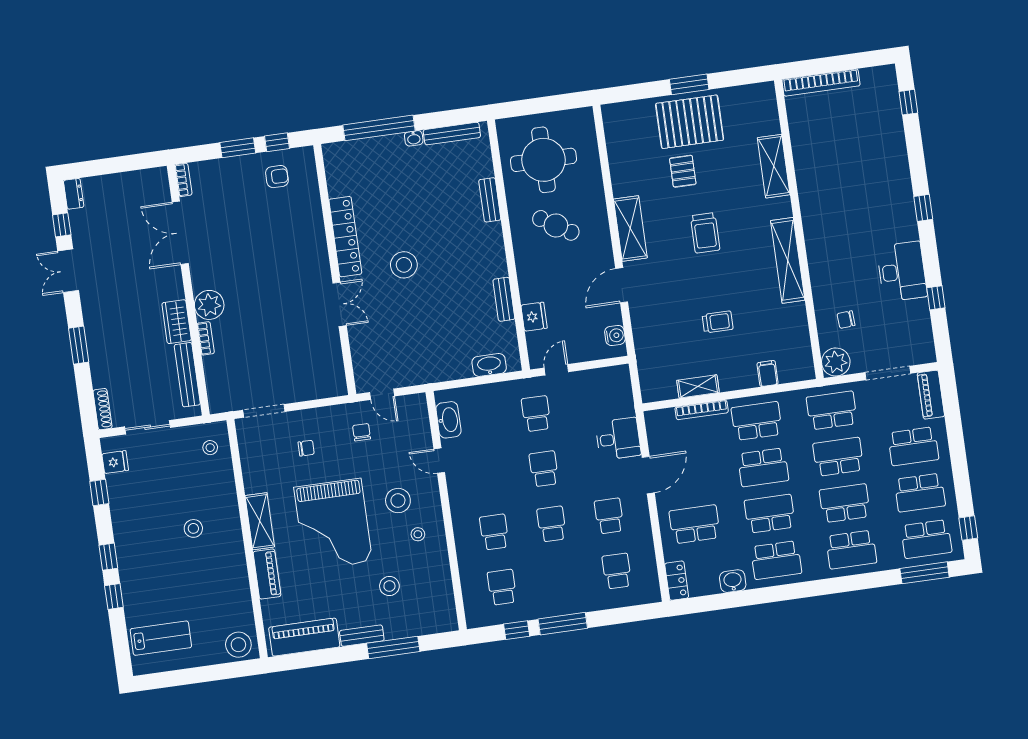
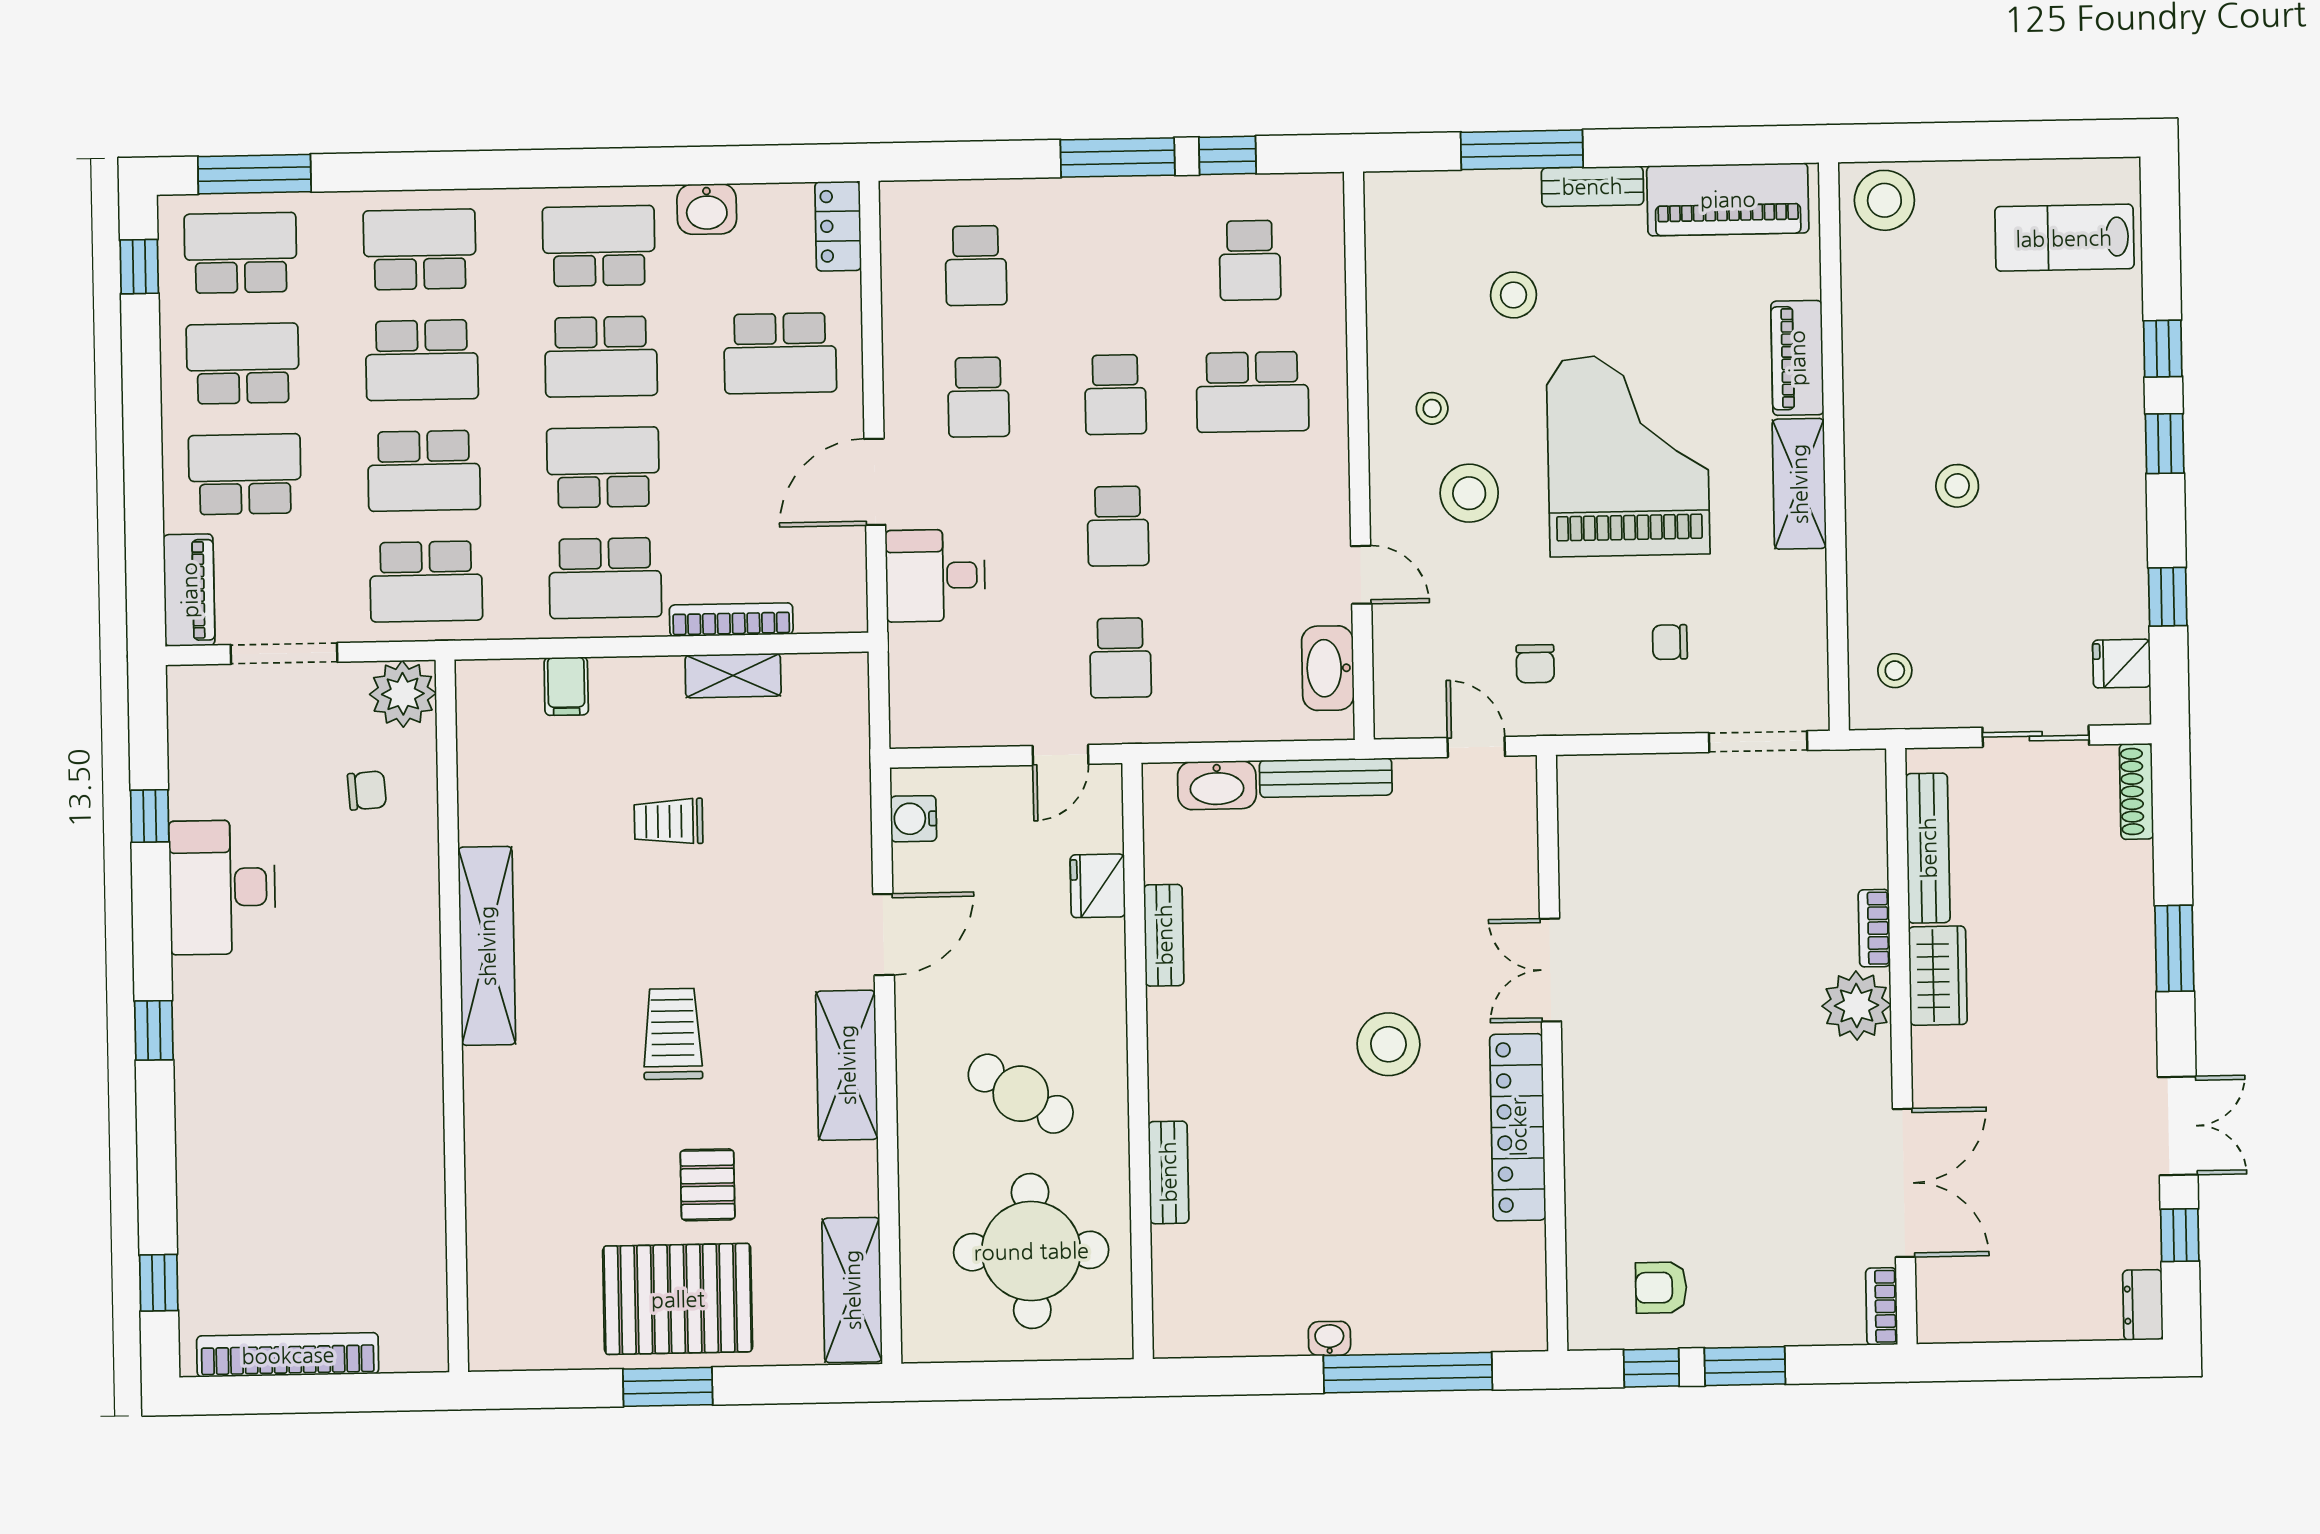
bookcase: (821, 83) -> (288, 1355), moved
bench: (452, 134) -> (1326, 778), moved
shelving: (774, 166) -> (852, 1290), moved
school desk: (494, 532) -> (1252, 392), width x1.85

